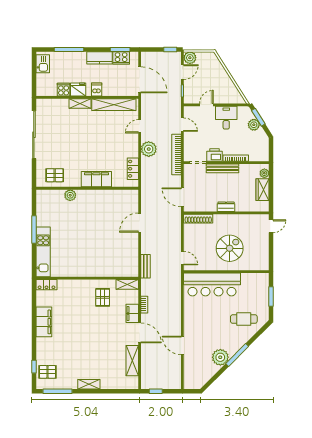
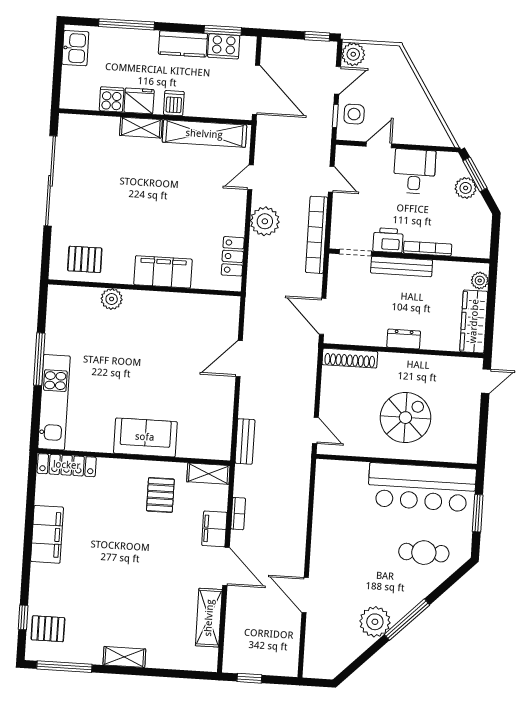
side table: (192, 89) -> (354, 114), added
wardrobe: (262, 190) -> (474, 321), width x1.50
sofa: (93, 267) -> (145, 437), added
locker: (46, 285) -> (67, 465), width x1.53
bar counter: (212, 285) -> (422, 487), moved

